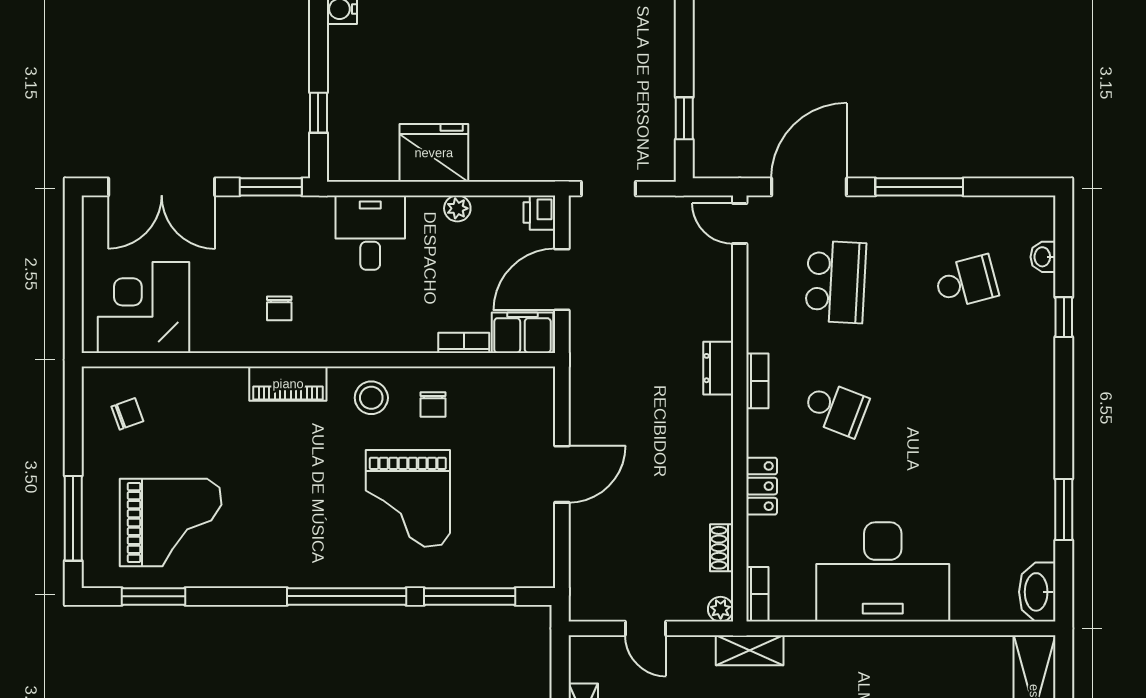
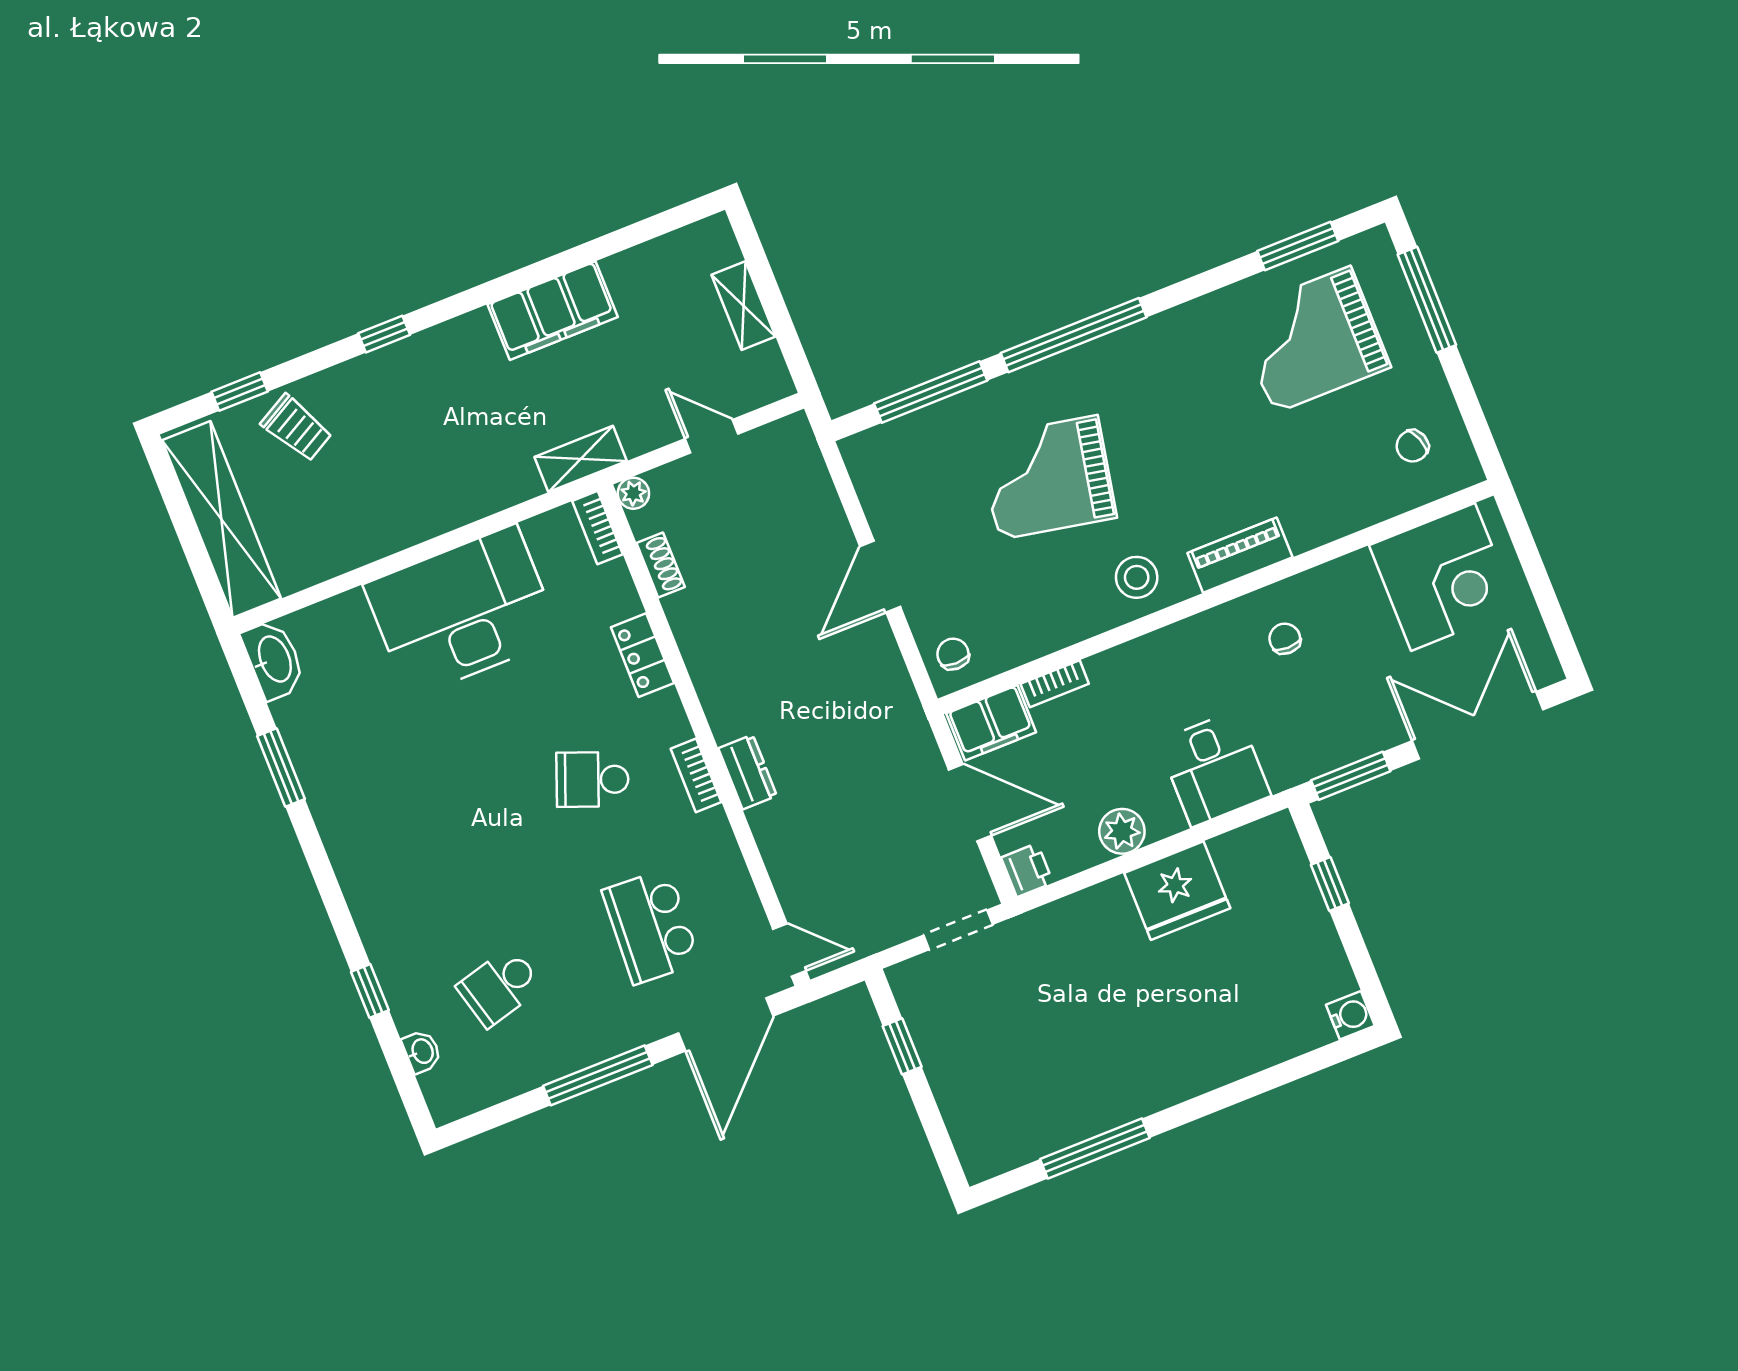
plant: (457, 208) -> (1122, 831), width x1.38, depth x1.38
door: (562, 280) -> (970, 803), hinge flipped
chair: (433, 405) -> (953, 654), moved
grand piano: (408, 498) -> (1048, 477), turned -79

